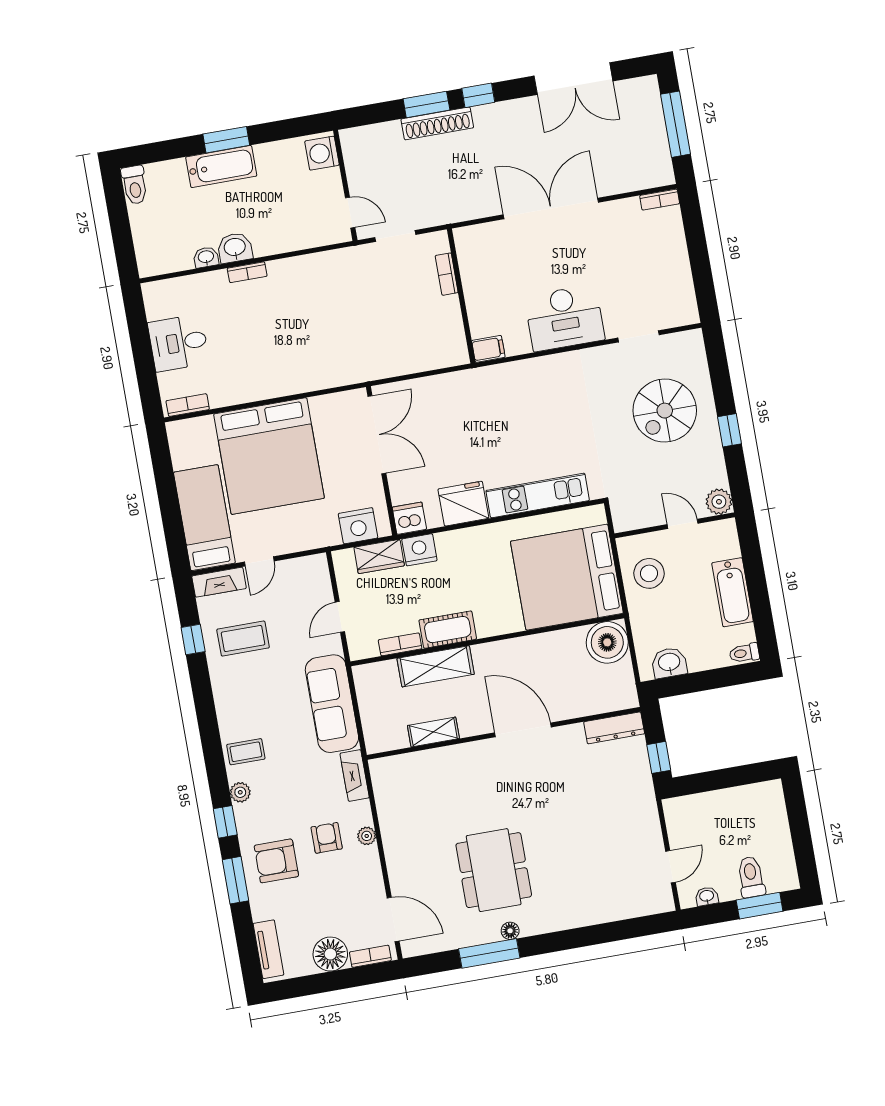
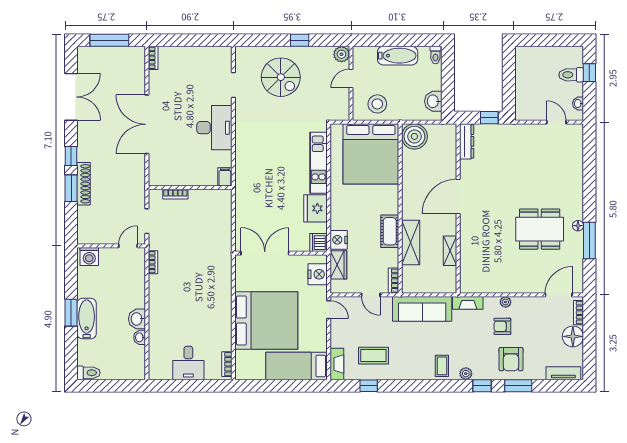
bookcase: (247, 272) -> (153, 262), moved
door: (259, 561) -> (329, 310), moved
coffee table: (243, 639) -> (373, 356), turned 90
bookcase: (400, 644) -> (394, 281), moved
window: (760, 906) -> (589, 73), width x0.67

